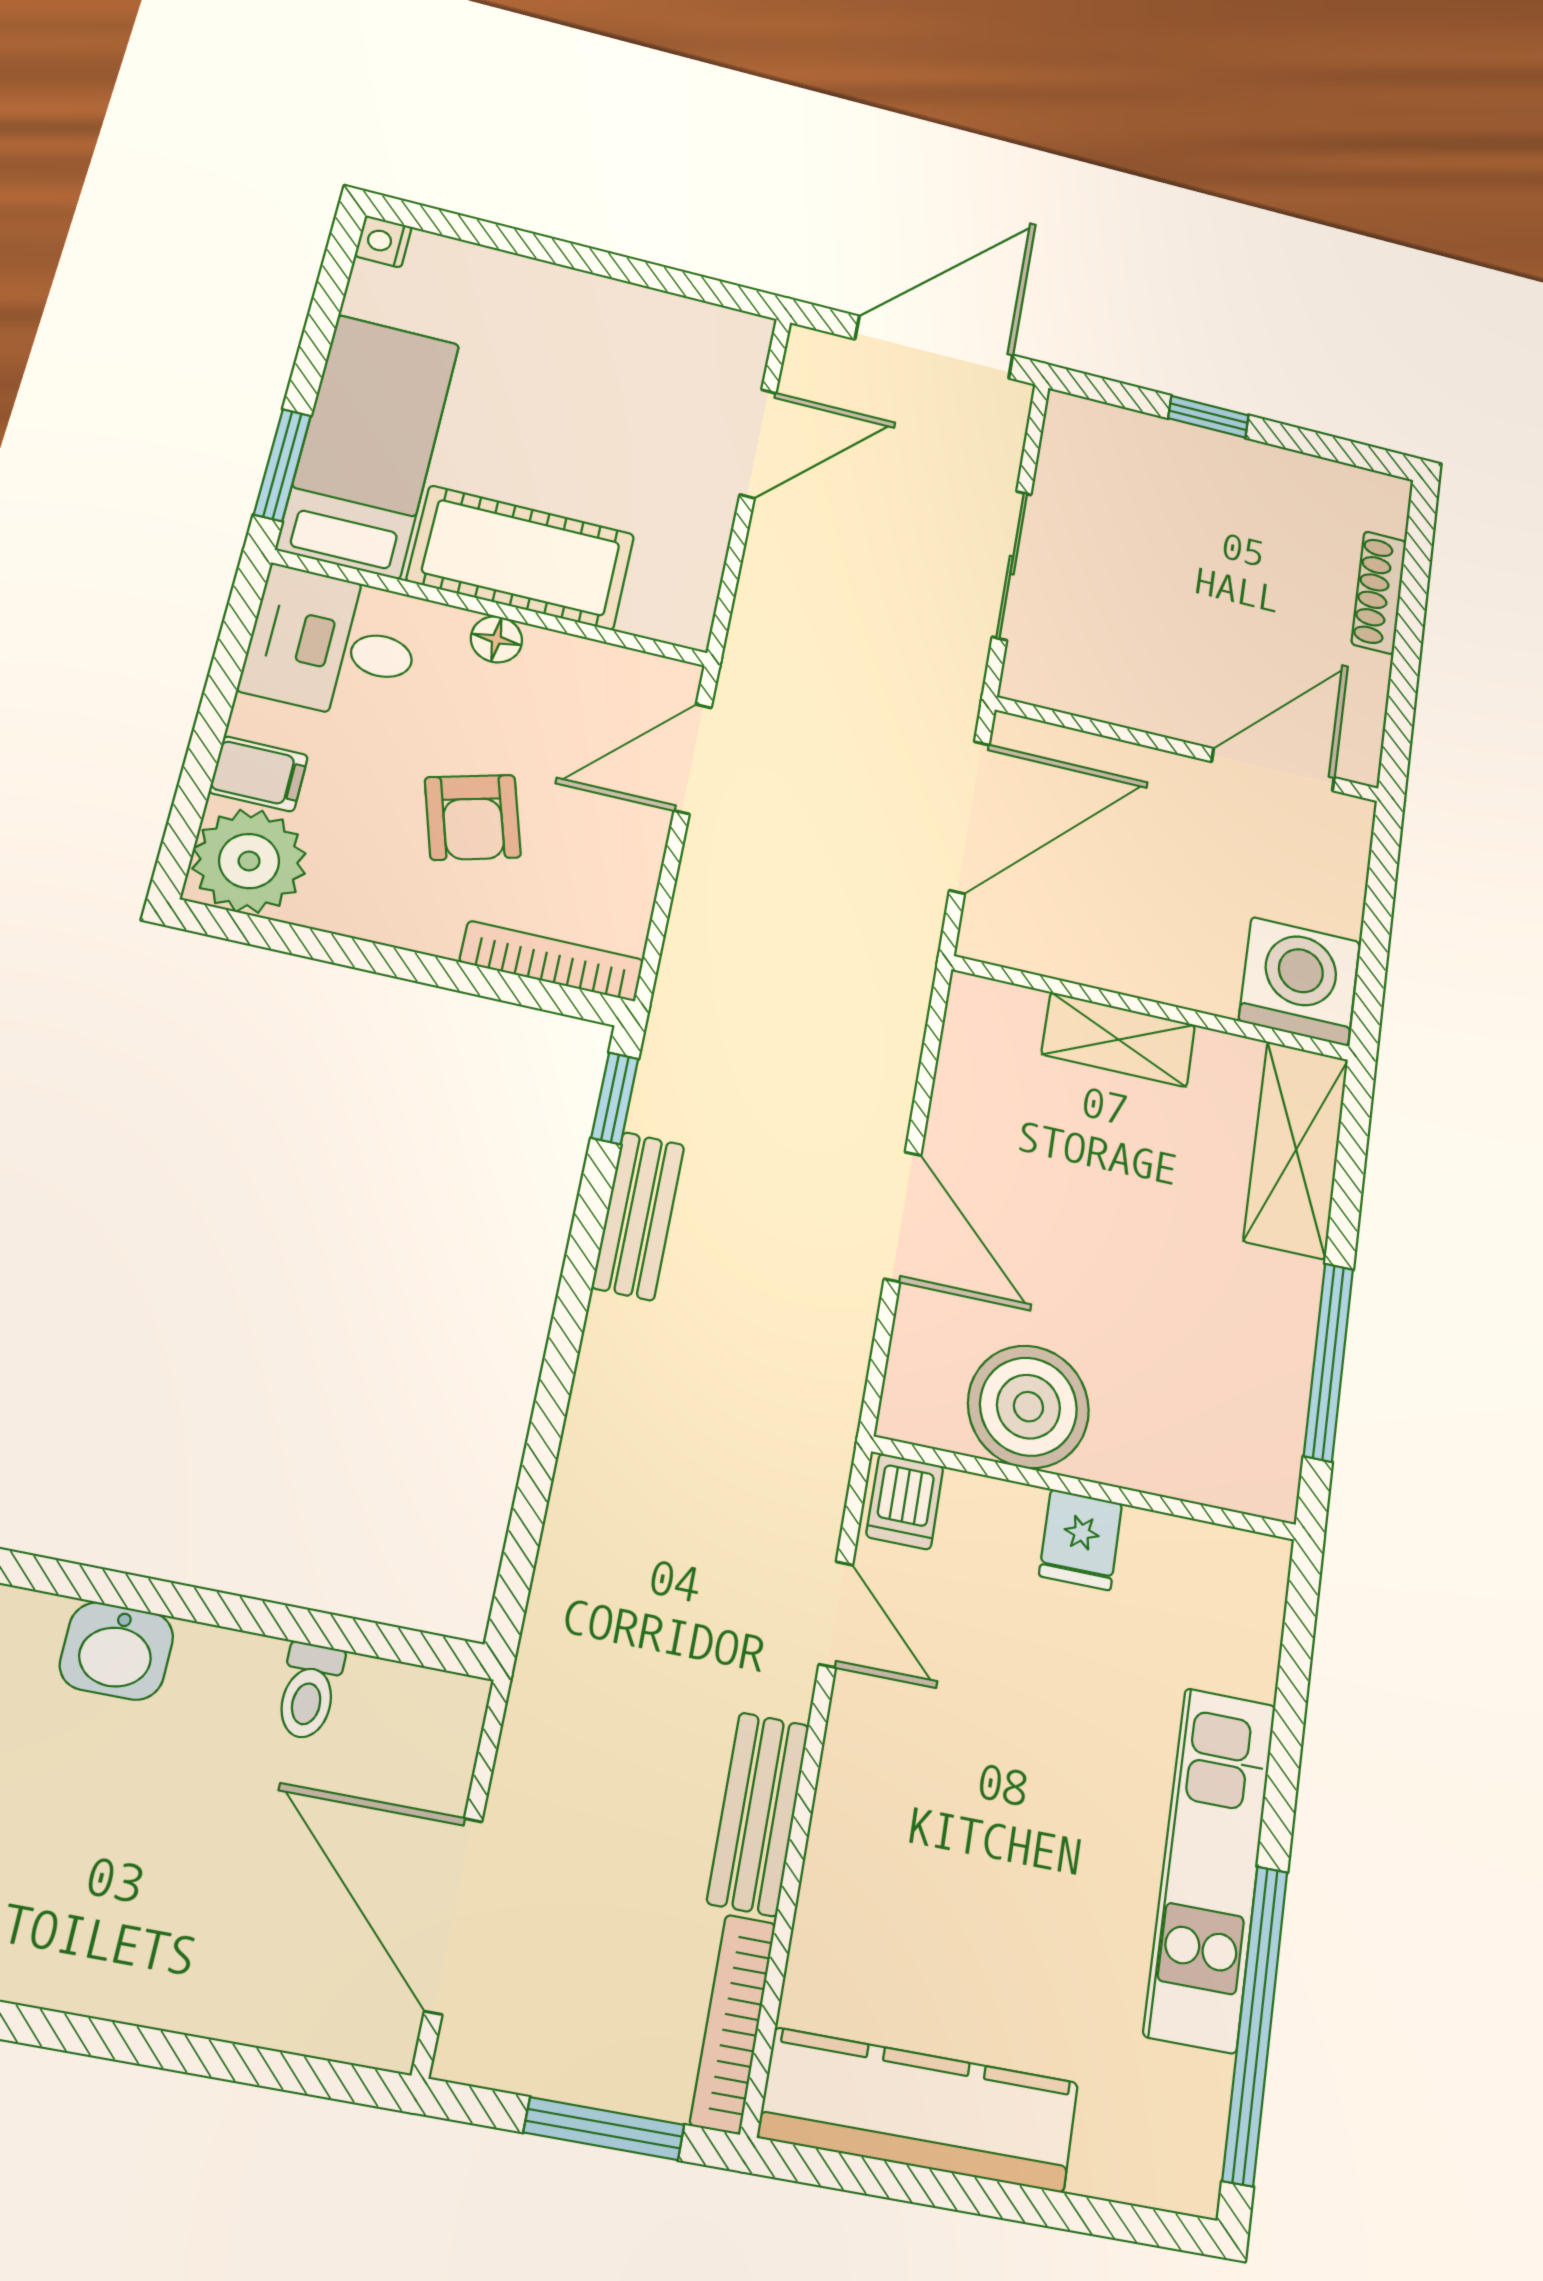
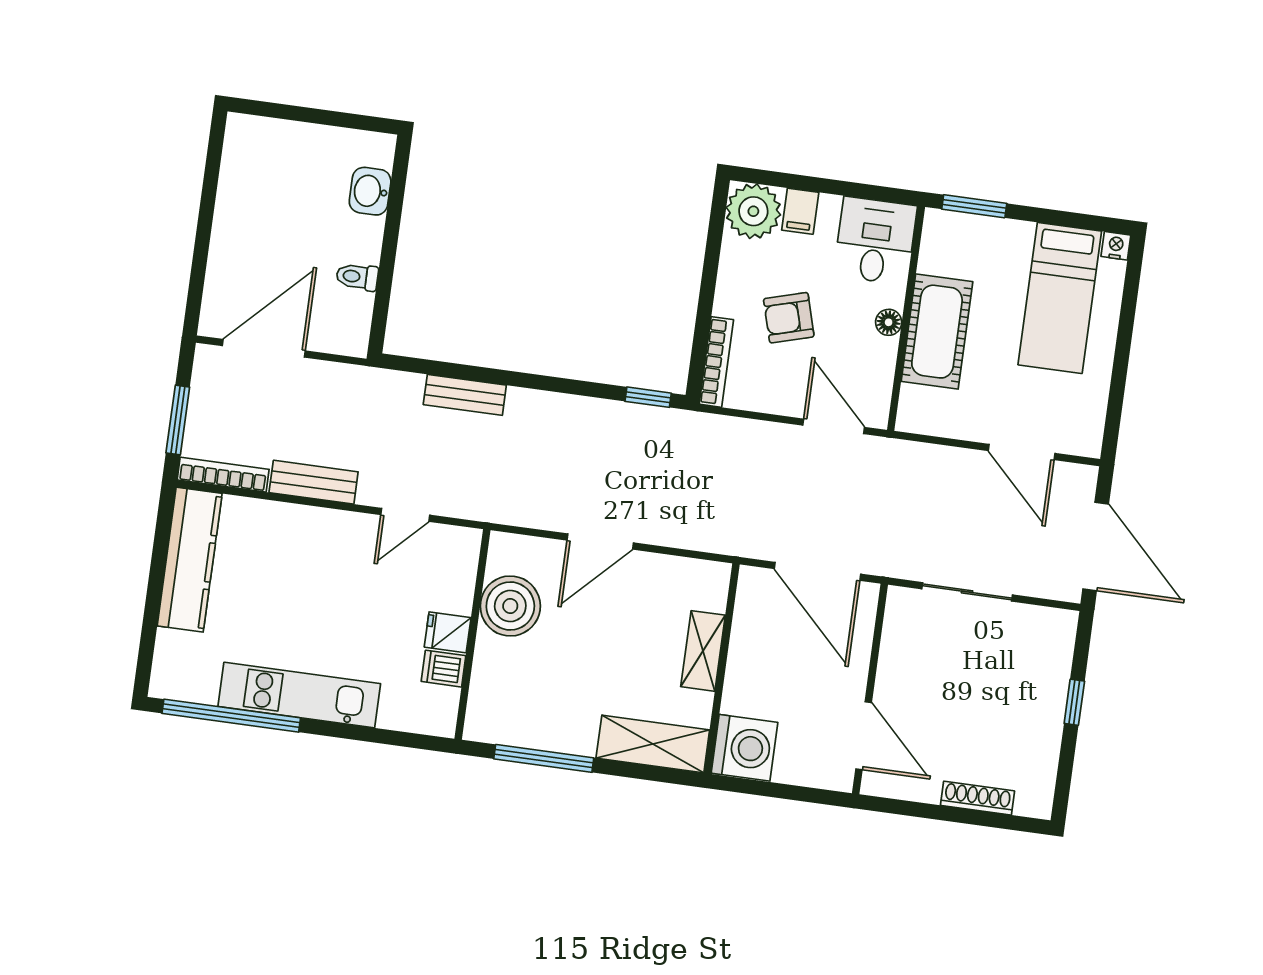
bed: (369, 445) -> (1060, 298), moved, turned 90
bench: (638, 1216) -> (465, 395), moved
dishwasher: (905, 1501) -> (444, 669), moved

